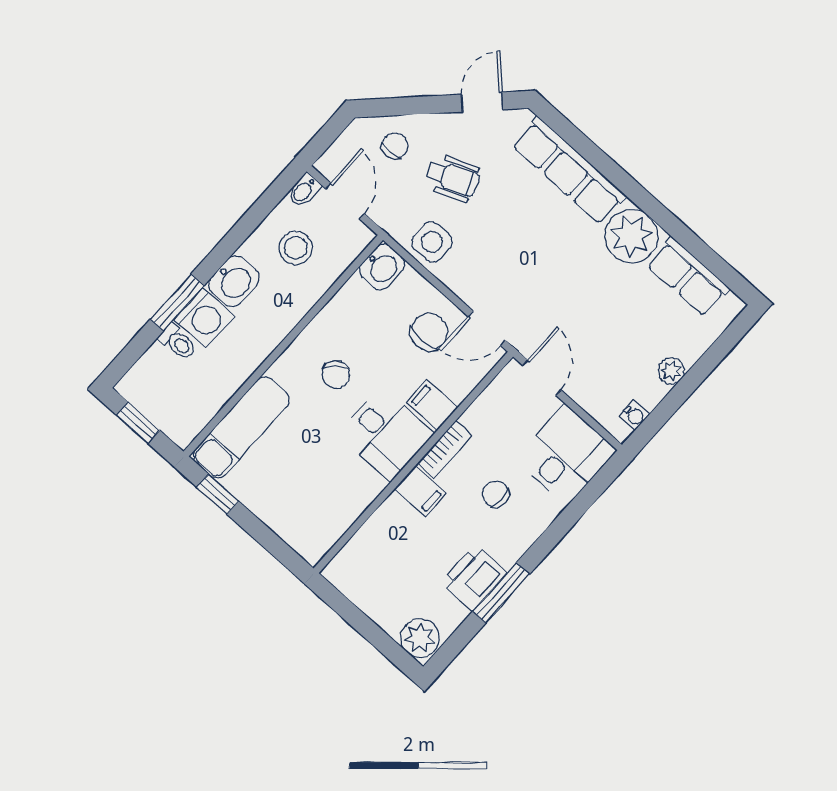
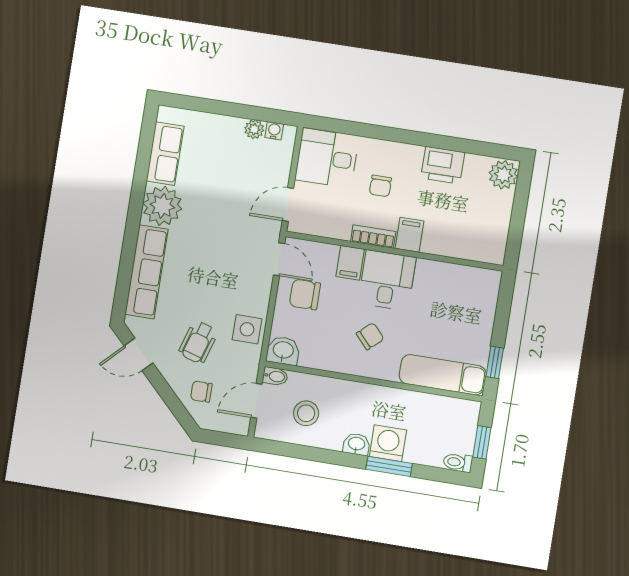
wheelchair: (453, 178) -> (198, 342), turned -141
bidet: (304, 190) -> (275, 376), moved
washbasin: (234, 281) -> (356, 444), width x0.72, depth x0.69
toilet: (178, 342) -> (458, 462), moved, turned -90
plant: (671, 371) -> (254, 129), moved
window: (501, 593) -> (441, 142), removed

